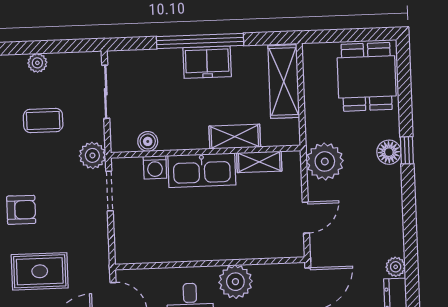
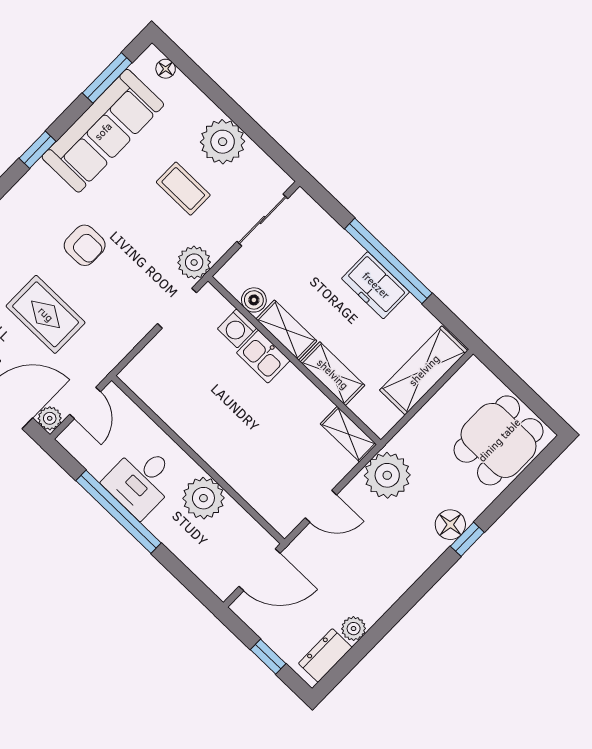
plant: (37, 63) -> (223, 142), width x1.87, depth x1.87
shelving: (183, 139) -> (286, 330), added
shelving: (259, 162) -> (348, 434), moved
kitchen sink: (202, 170) -> (263, 357), width x0.53, depth x0.81

